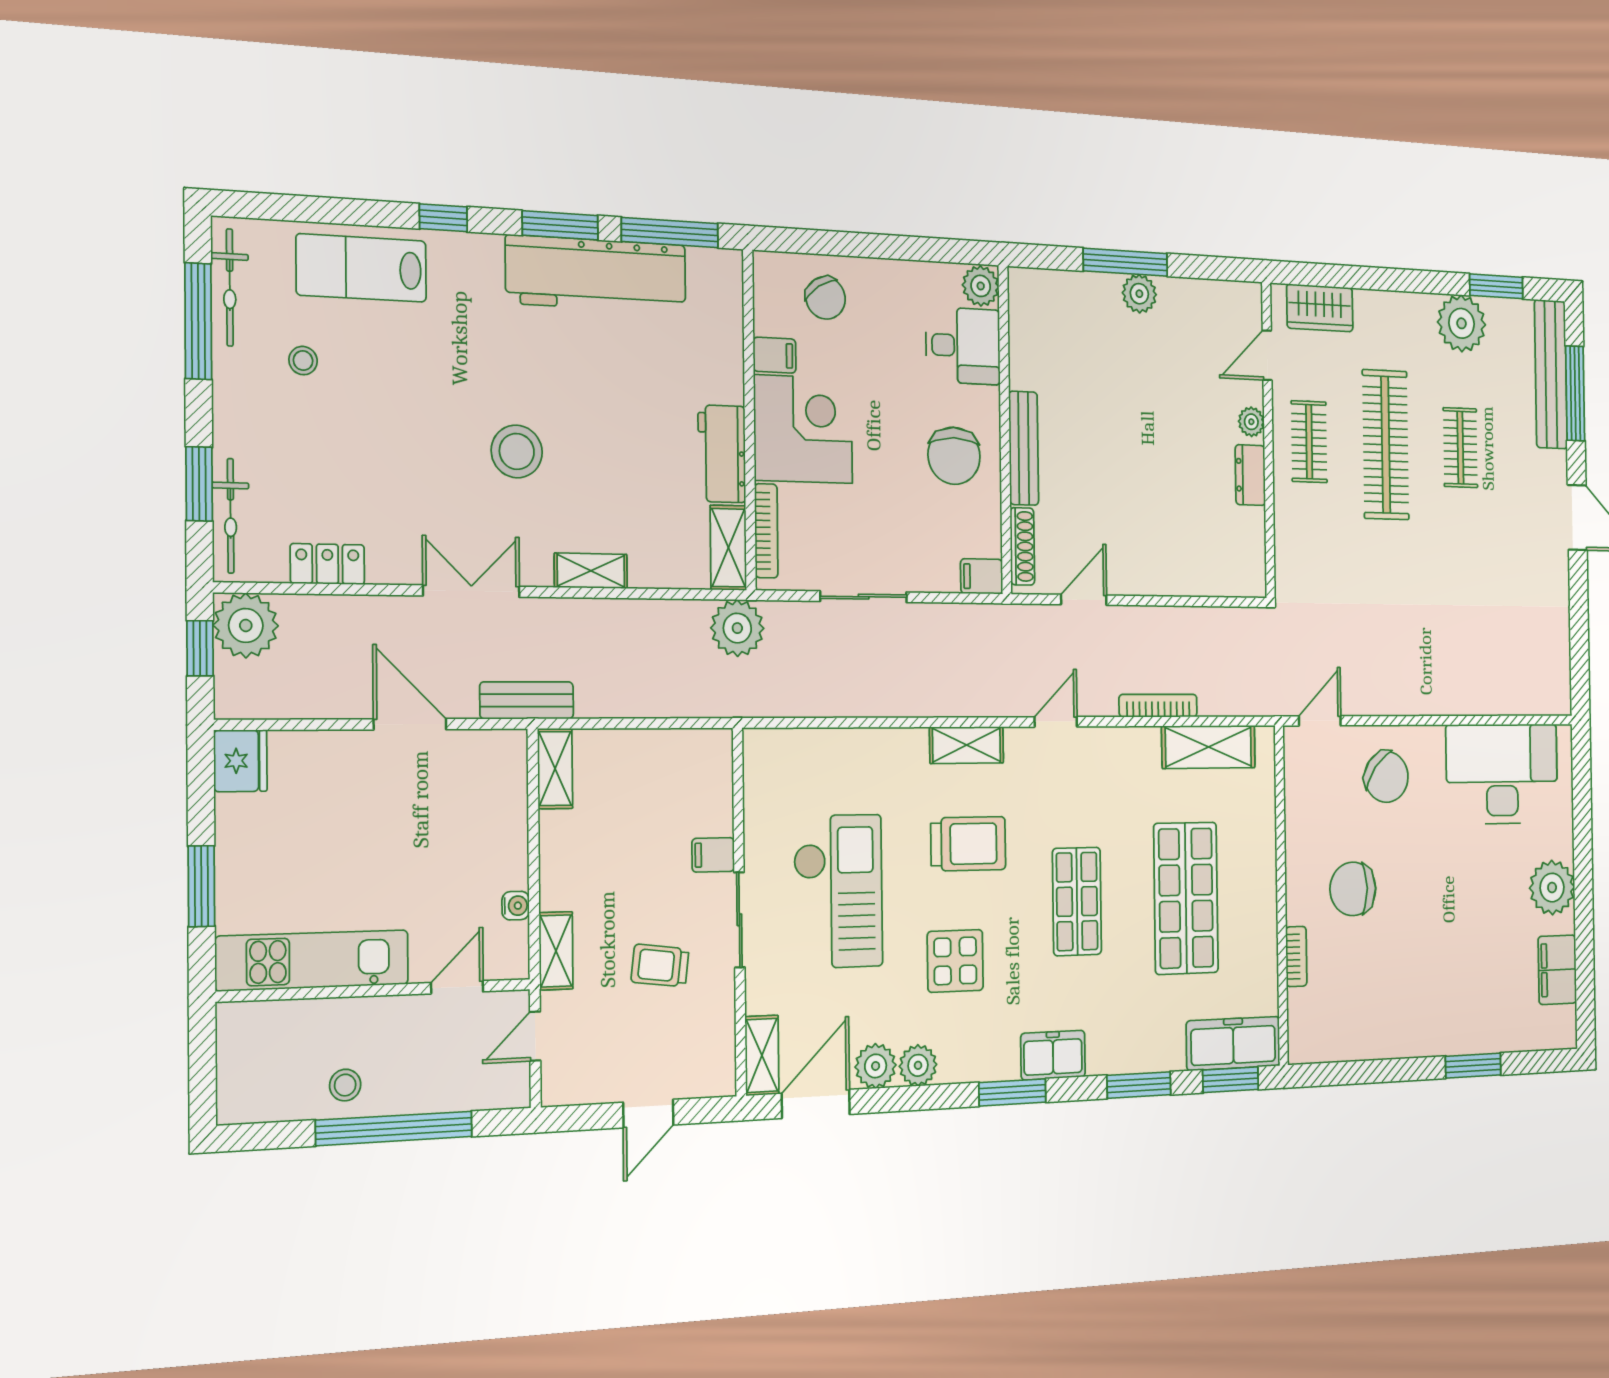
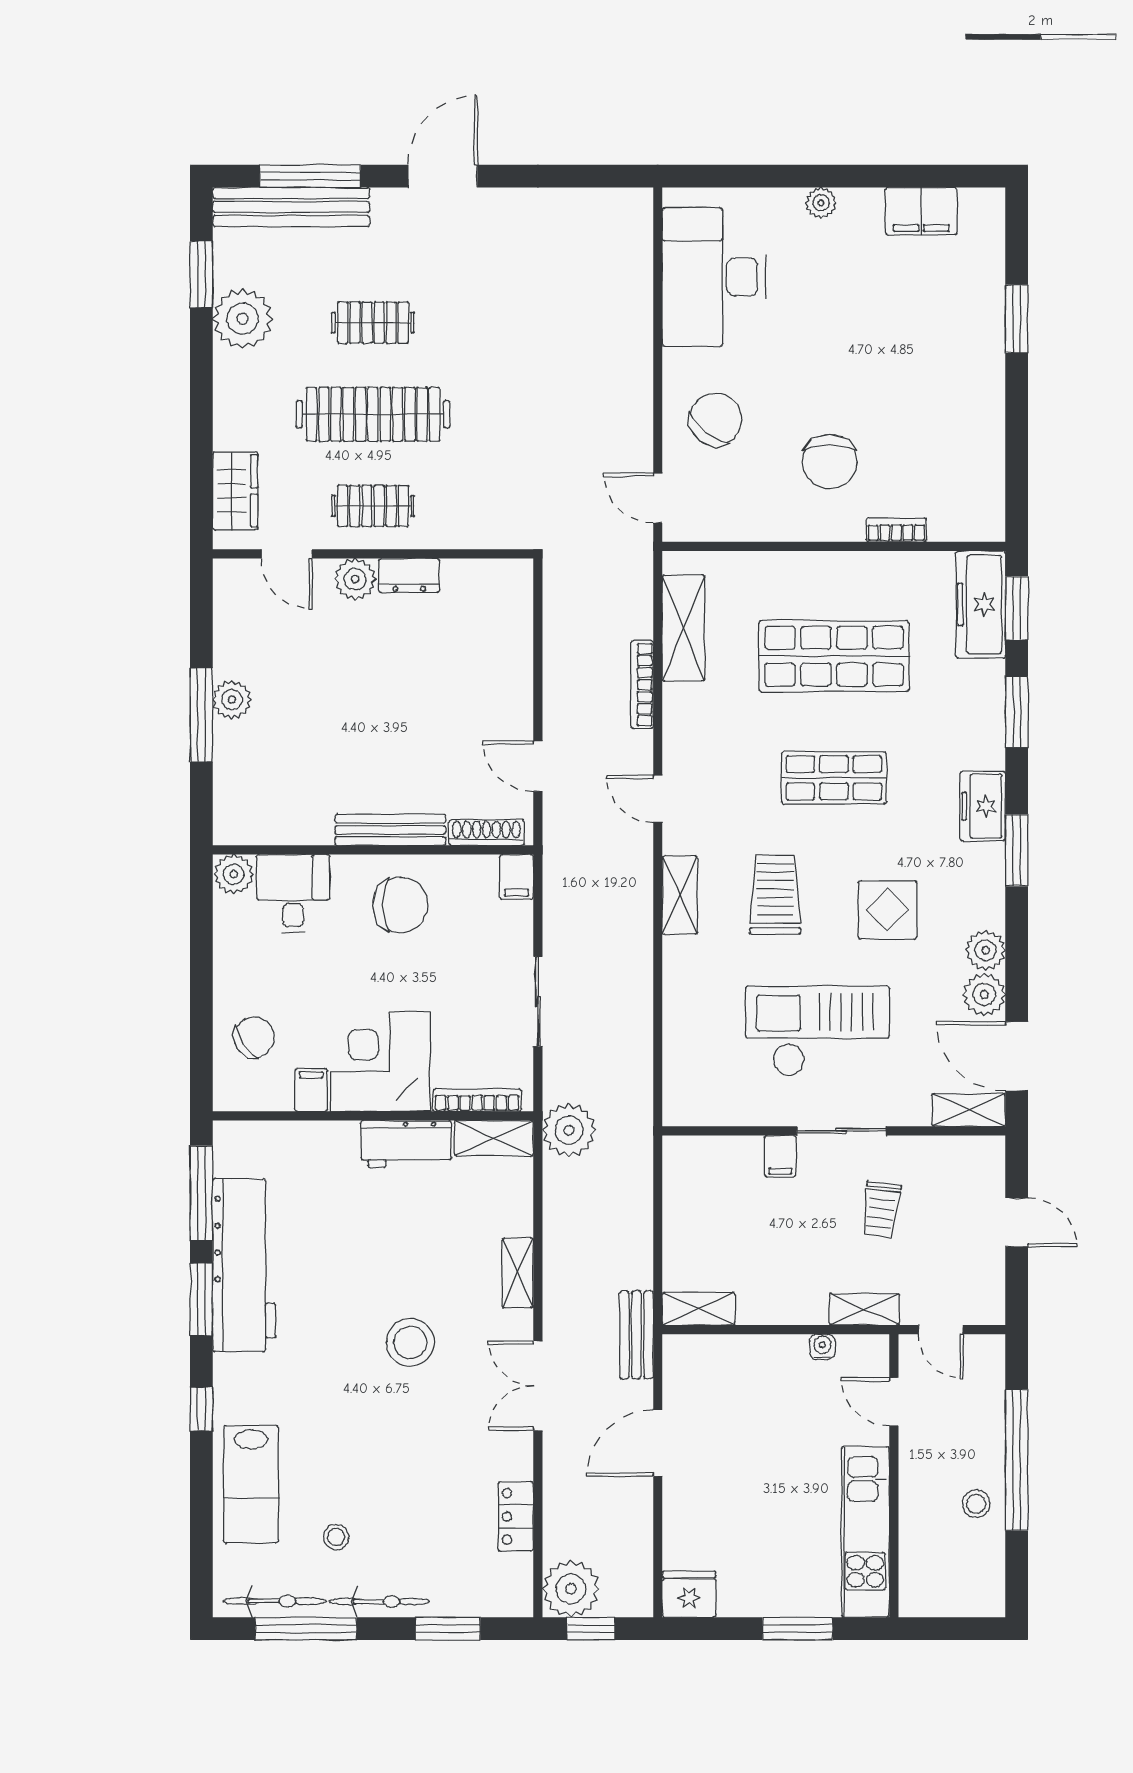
plant: (1251, 422) -> (355, 579), width x1.38, depth x1.38
bicycle: (231, 516) -> (379, 1602), moved
plant: (1552, 888) -> (821, 203), width x0.53, depth x0.53

